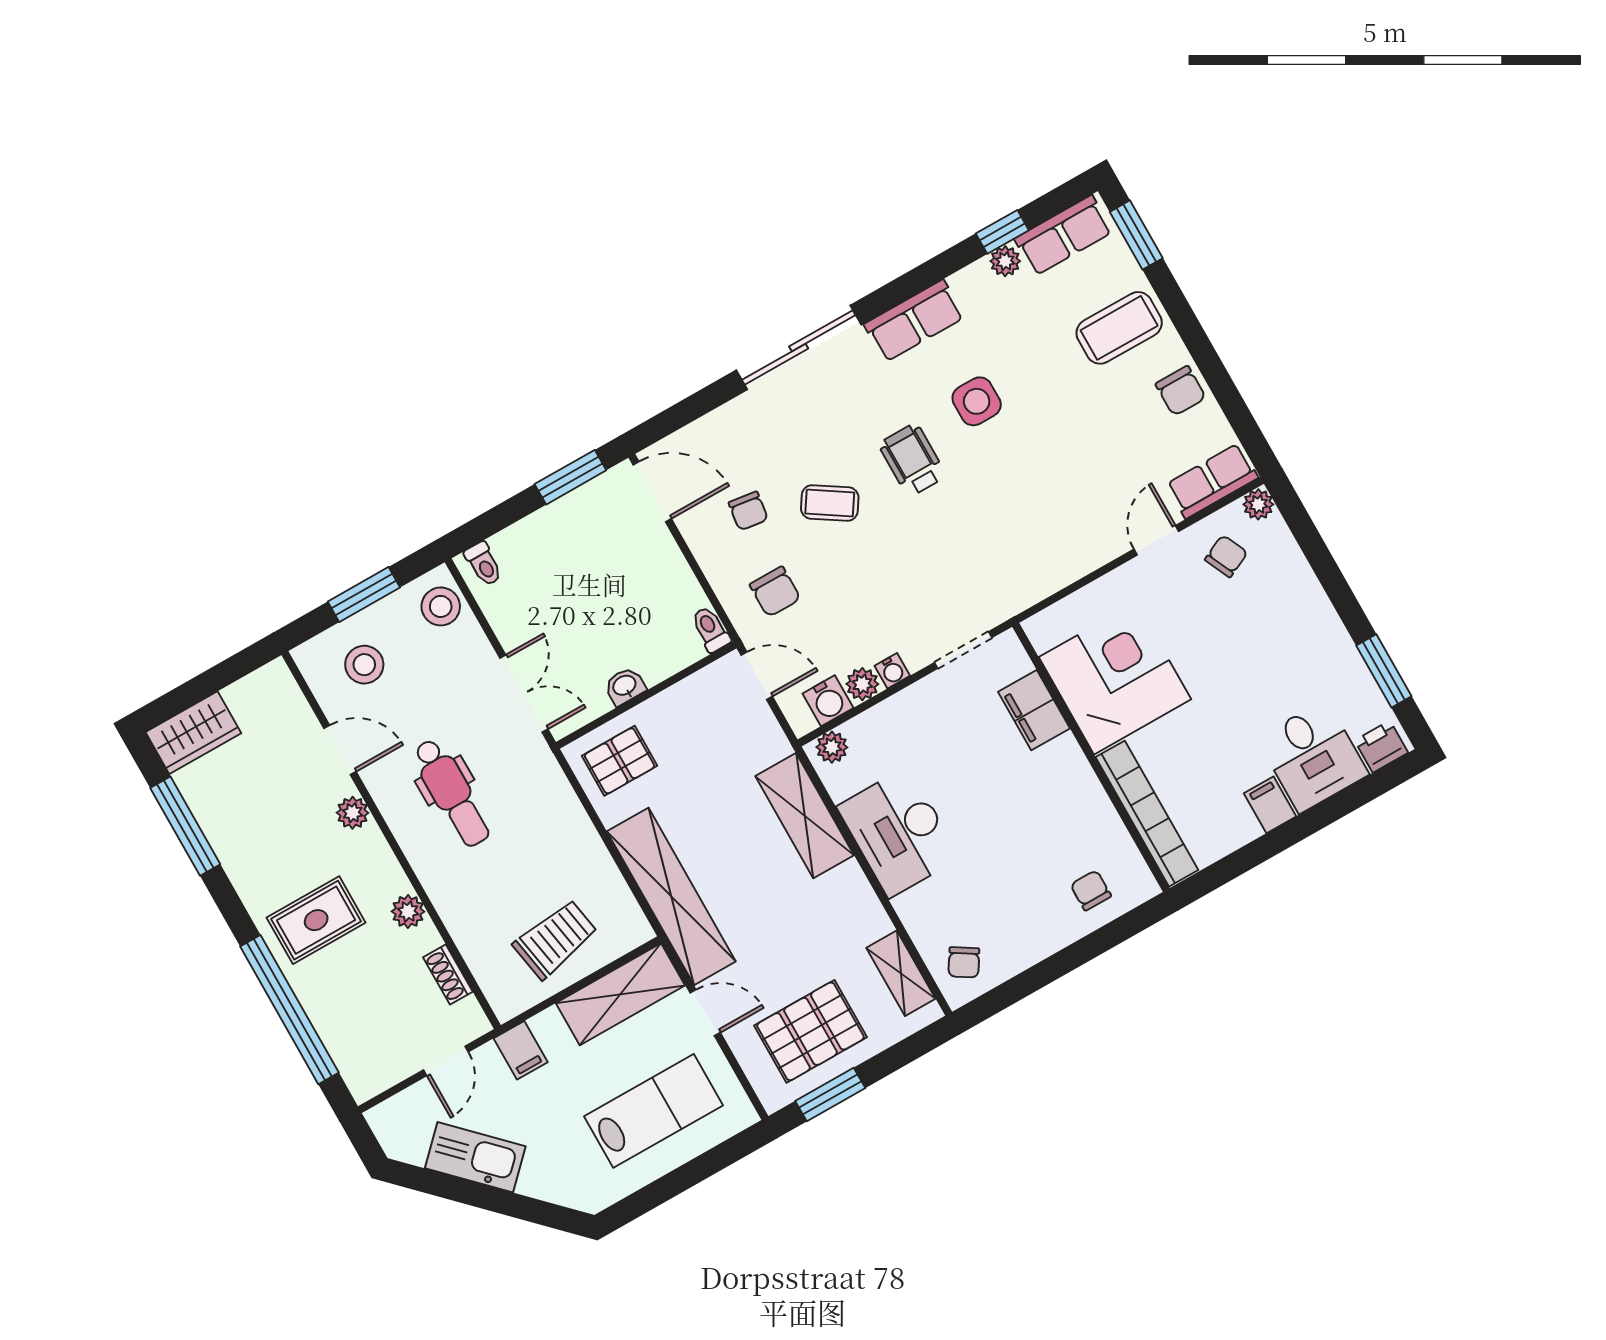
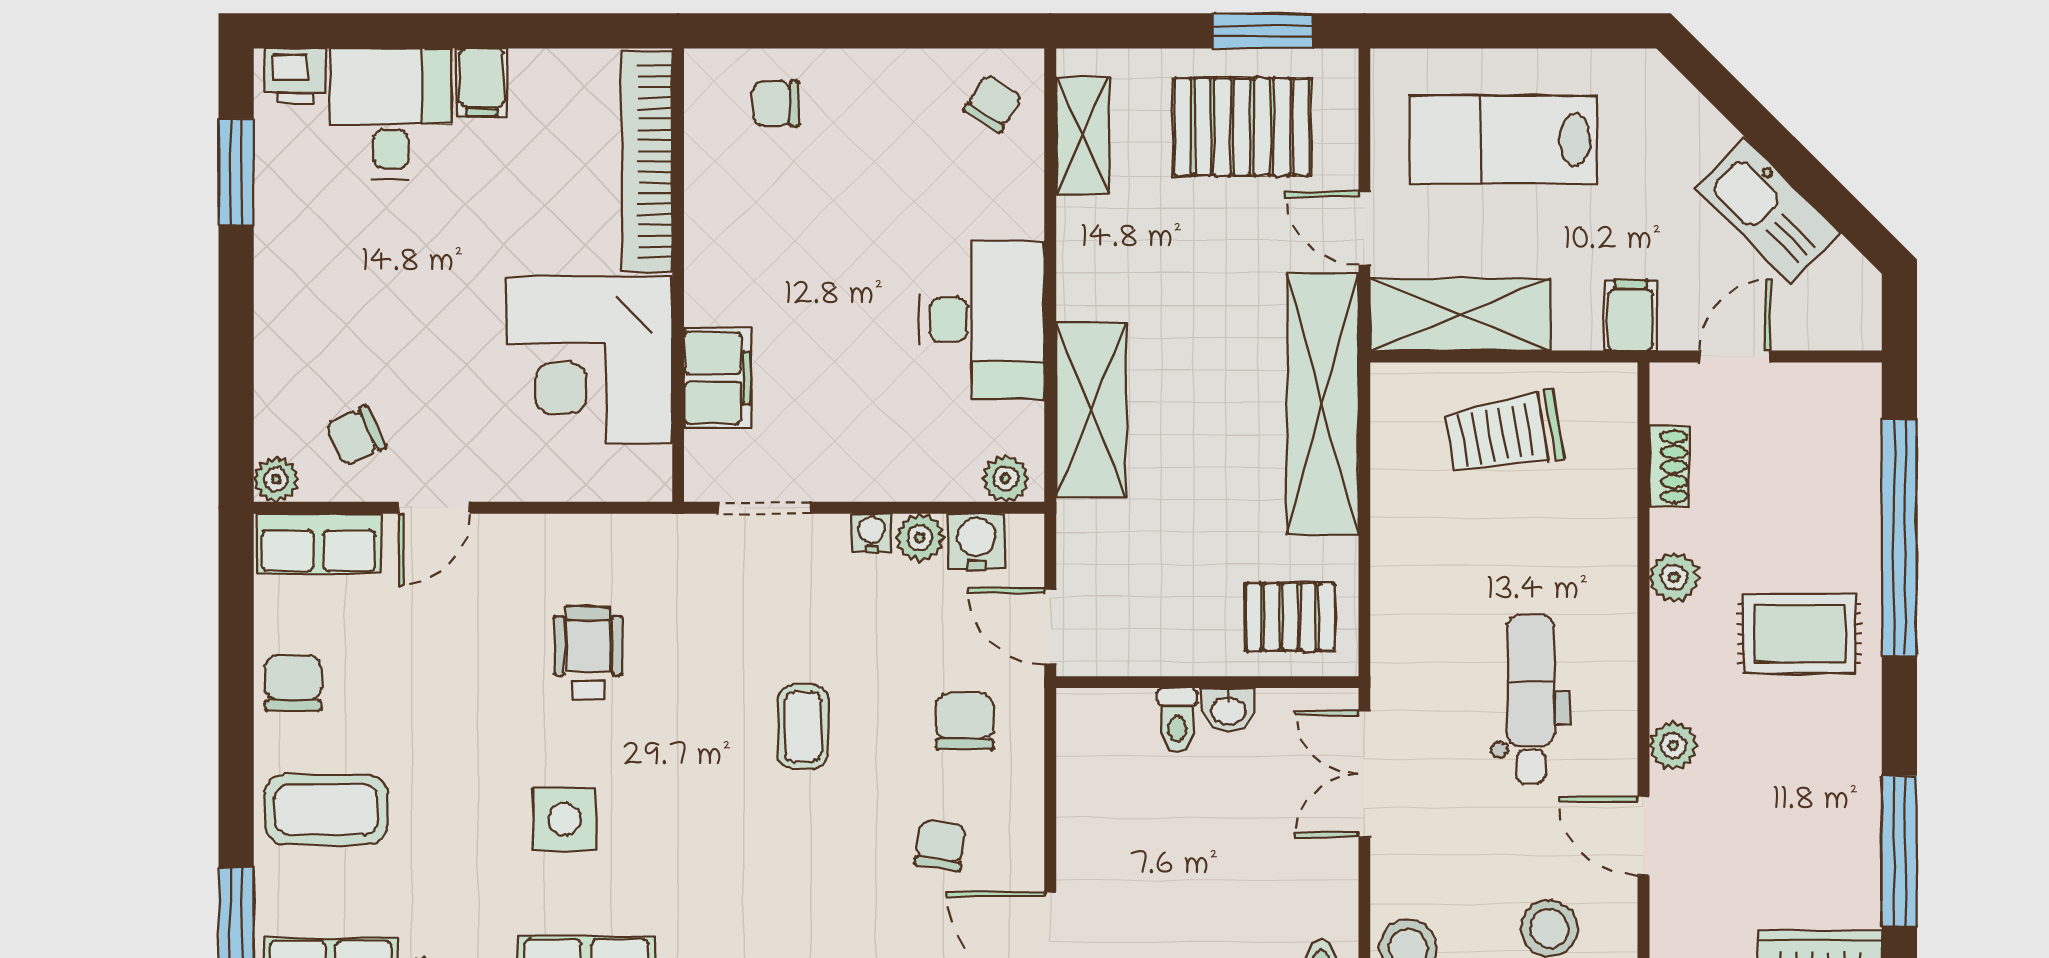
wheelchair: (912, 460) -> (588, 653), moved, turned 180
coffee table: (830, 503) -> (803, 727), moved, turned 57
toilet: (711, 629) -> (1177, 720), moved
chair: (1091, 890) -> (776, 103), turned 90

